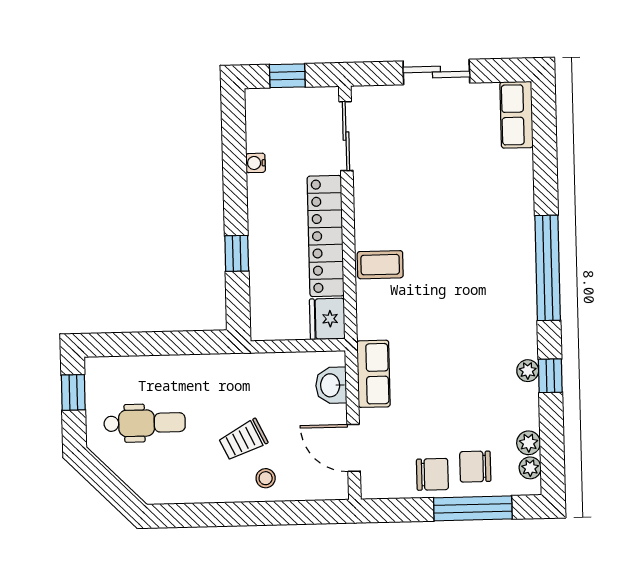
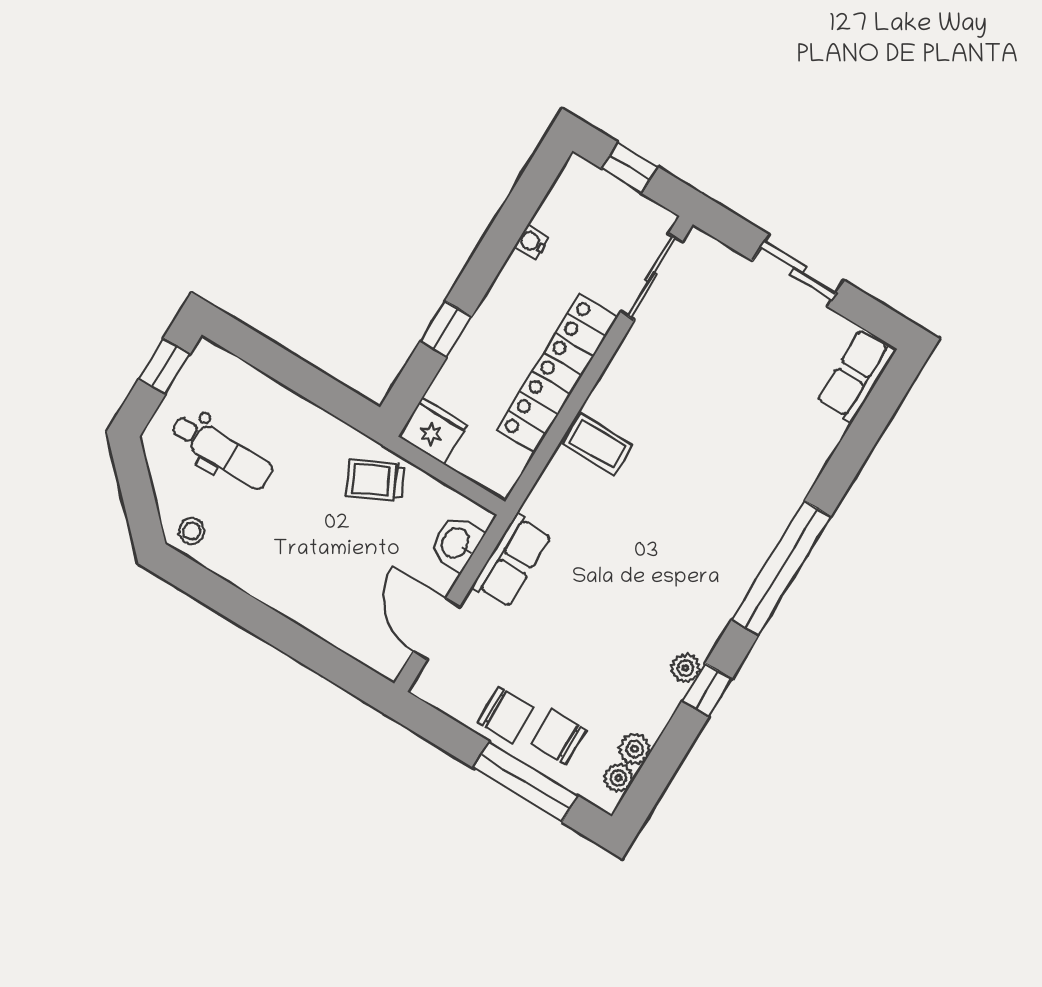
fridge: (327, 319) -> (433, 431), moved, turned 90
trolley: (243, 440) -> (375, 480), moved
stool: (266, 478) -> (192, 531), moved

